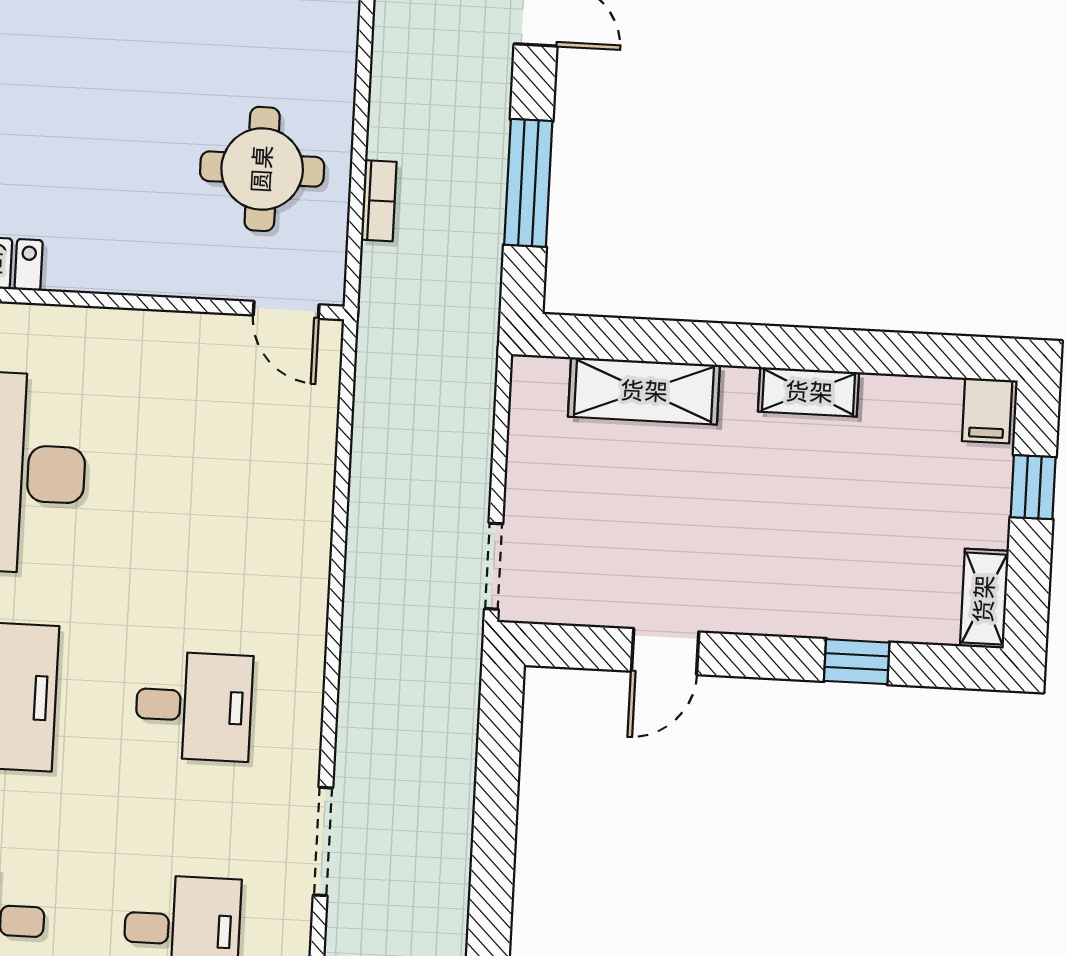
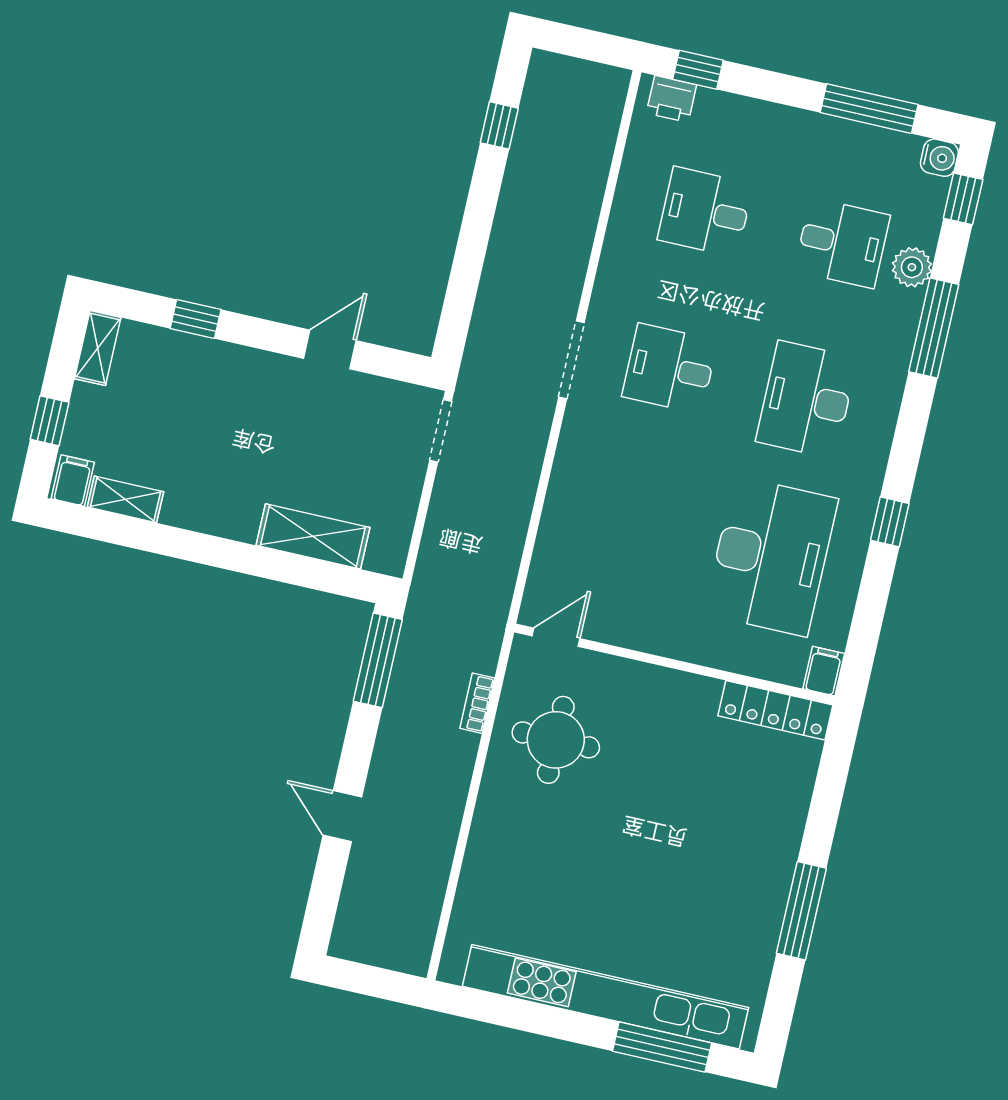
window: (528, 183) -> (378, 660), moved
door: (286, 310) -> (556, 637), hinge flipped
shelving: (809, 392) -> (125, 499), moved
doorway: (323, 841) -> (572, 360), moved

